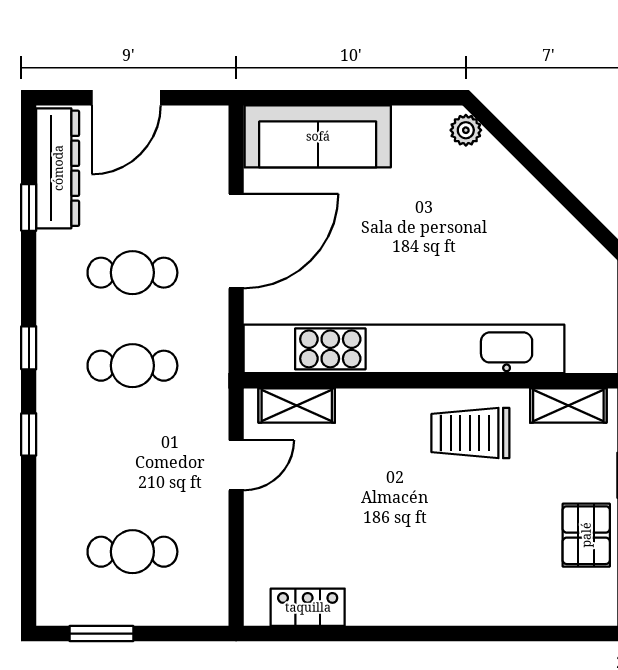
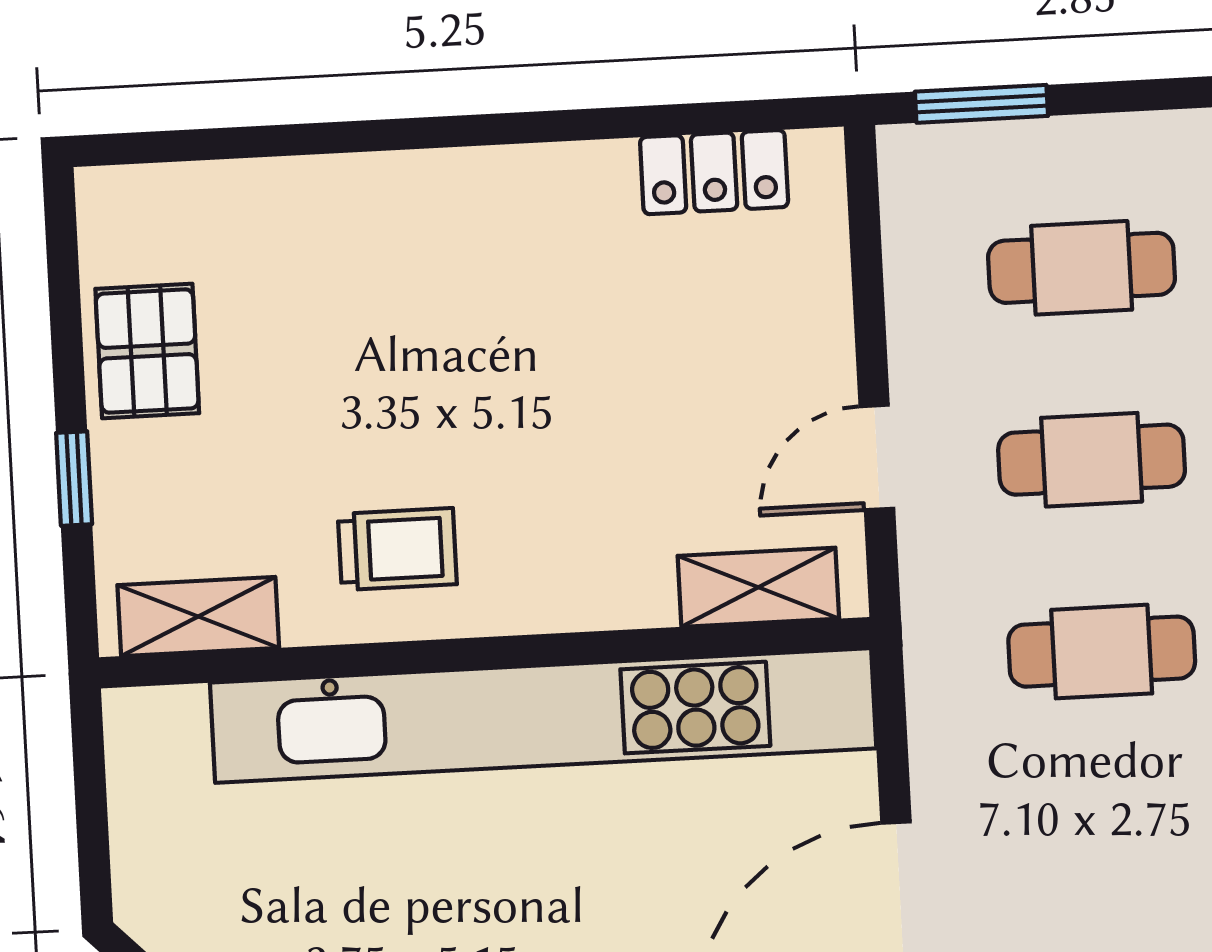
cafe table: (132, 273) -> (1092, 460), moved
trolley: (470, 433) -> (397, 549), width x0.73, depth x0.72
window: (101, 634) -> (981, 104), moved

